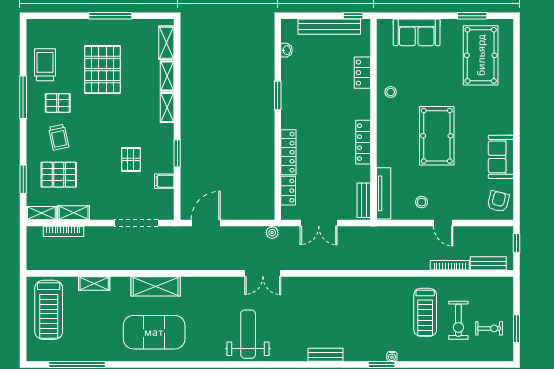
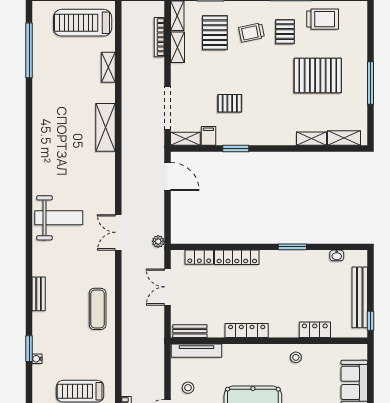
shelving: (167, 108) -> (185, 139), moved
exercise mat: (154, 332) -> (98, 309), moved, width x0.50, depth x0.69

